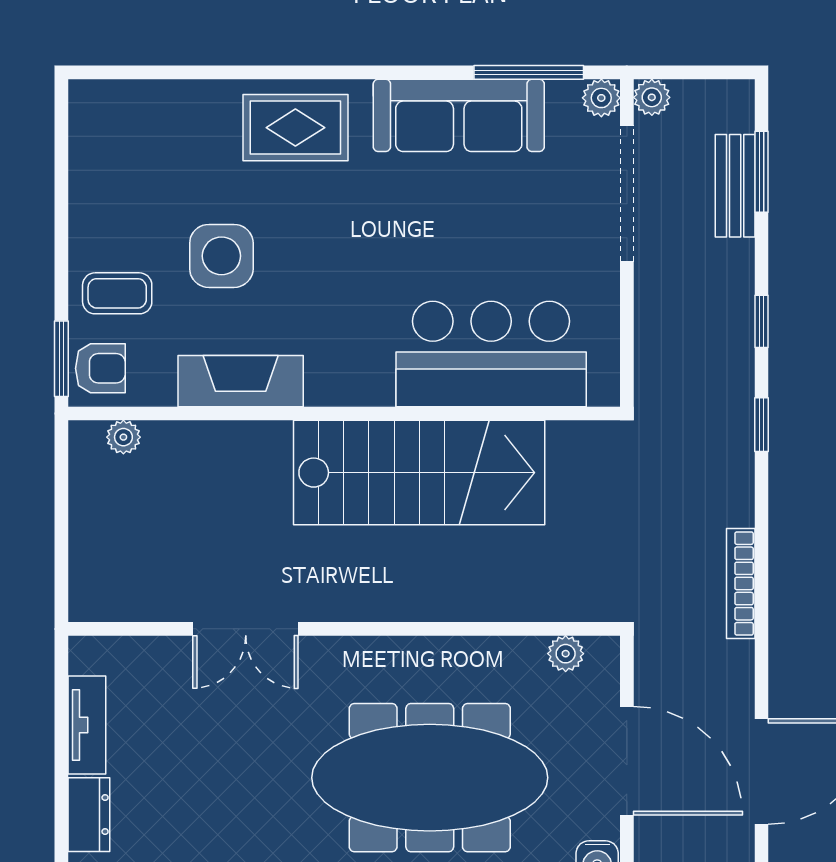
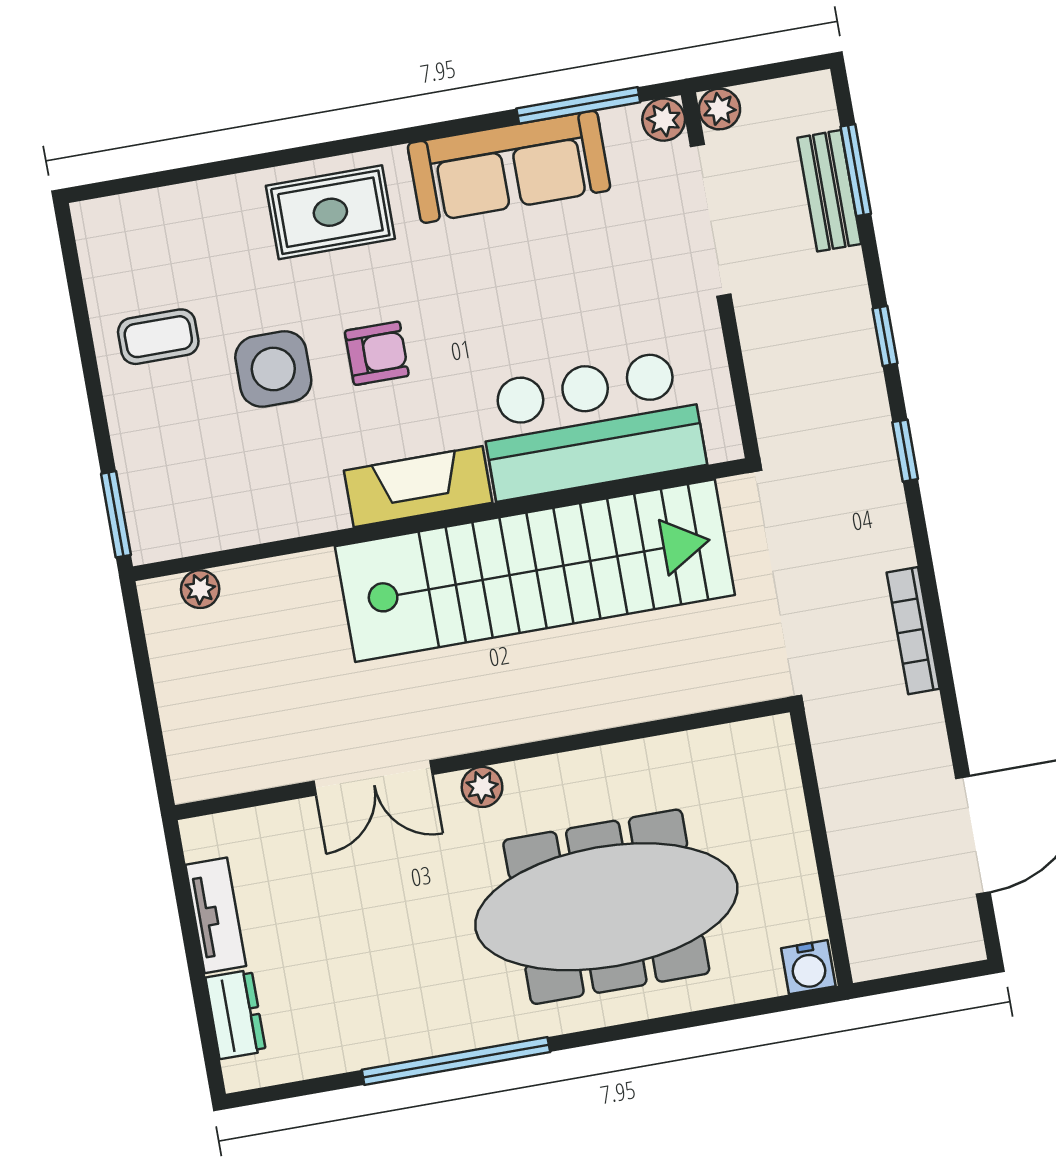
coffee table: (117, 293) -> (158, 337), moved
armchair: (100, 368) -> (377, 353), moved
fireplace: (241, 381) -> (418, 487), moved
stairs: (419, 473) -> (535, 571), width x1.36
plant: (566, 654) -> (482, 787), moved
door: (627, 761) -> (822, 849), removed

